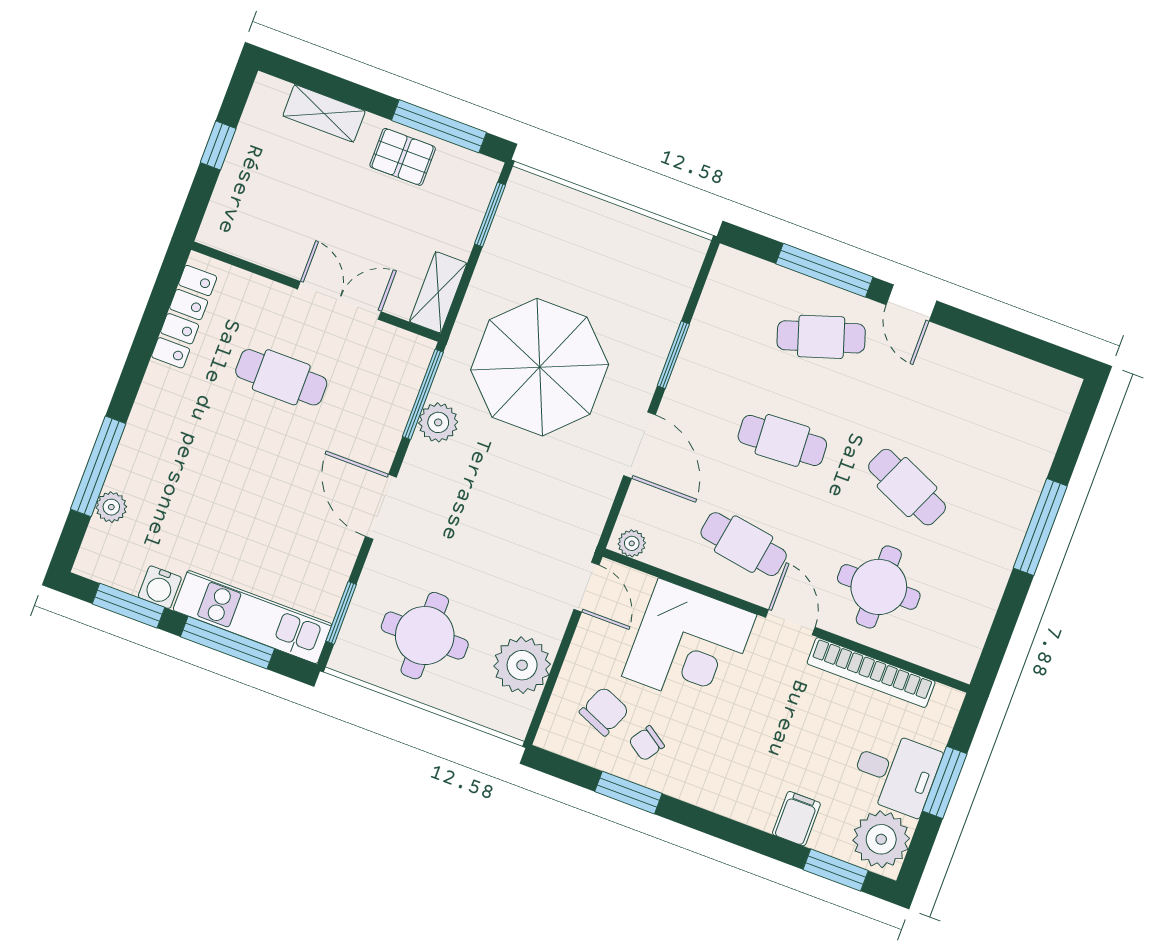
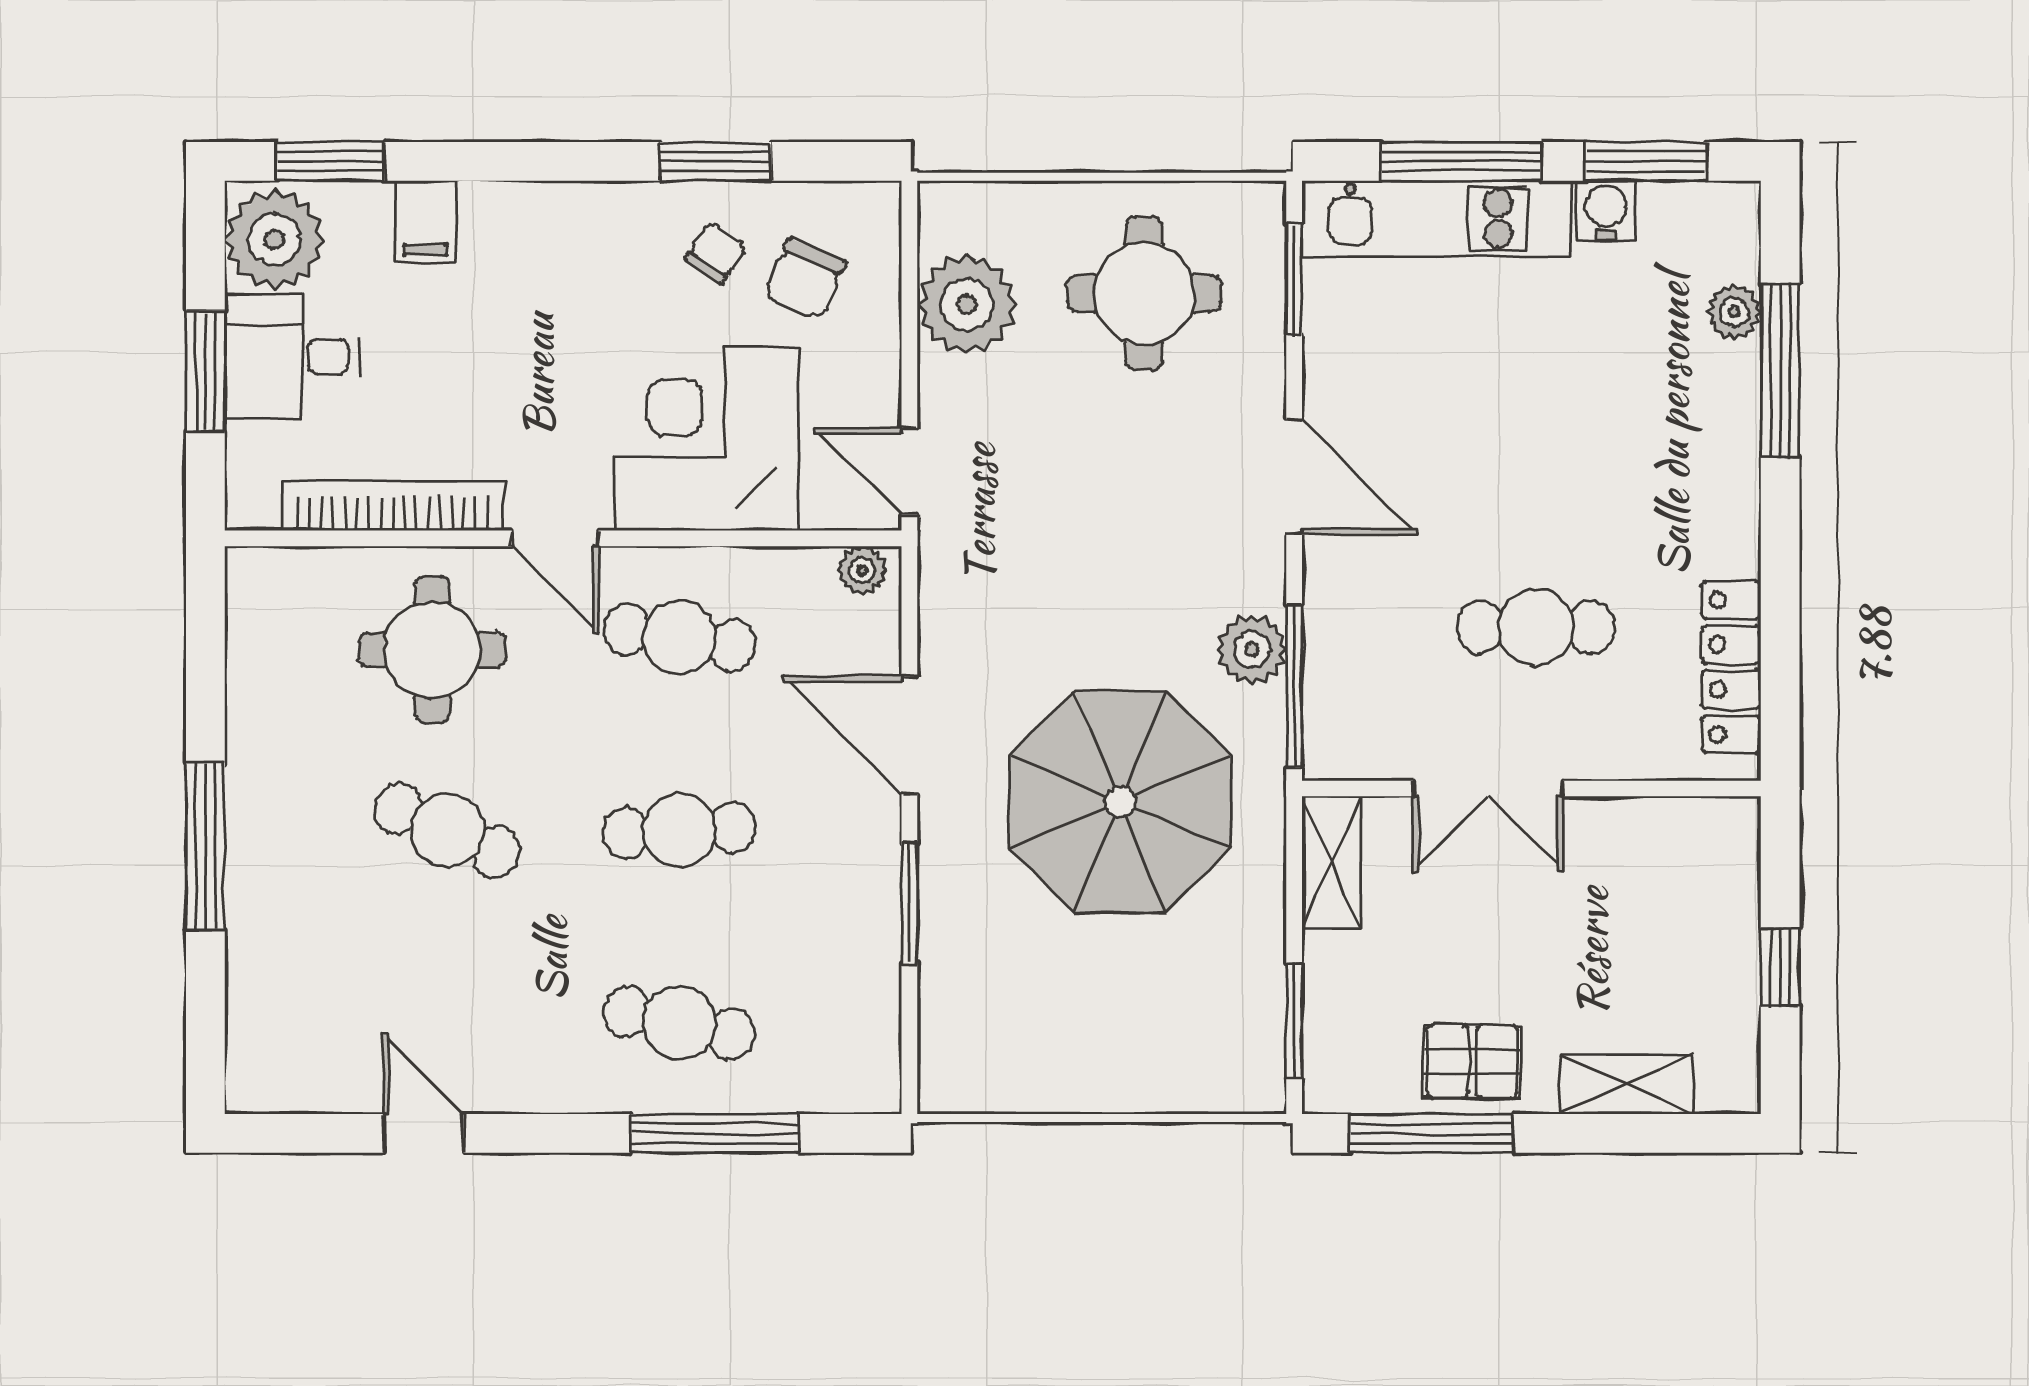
door: (911, 303) -> (423, 1133), moved
cafe table: (821, 337) -> (679, 1023), turned 30

